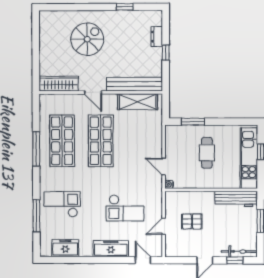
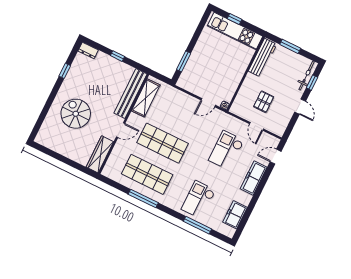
dresser: (157, 37) -> (88, 50), moved
cafe table: (207, 153) -> (214, 63), removed
checkout: (125, 208) -> (226, 150), turned 180

